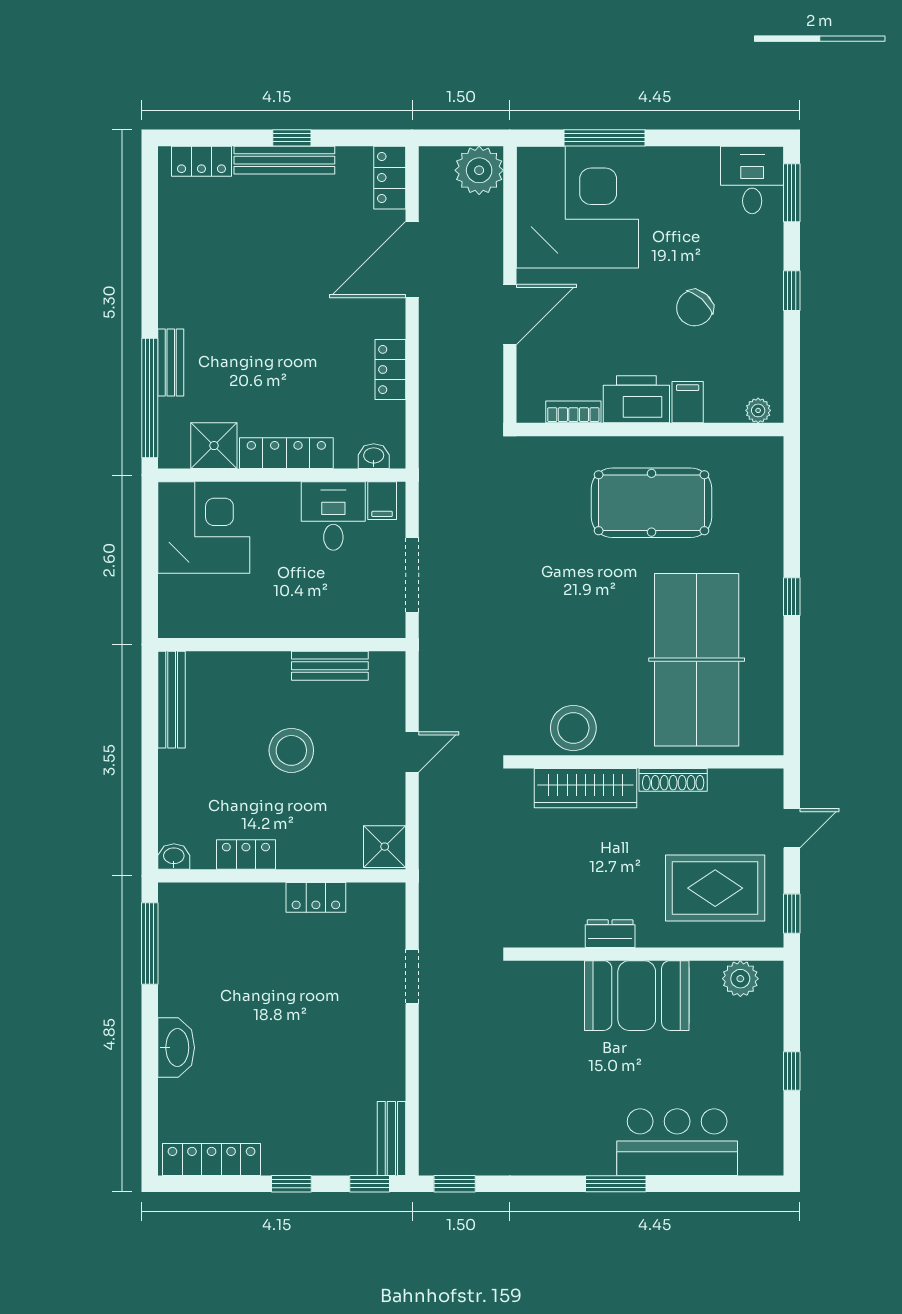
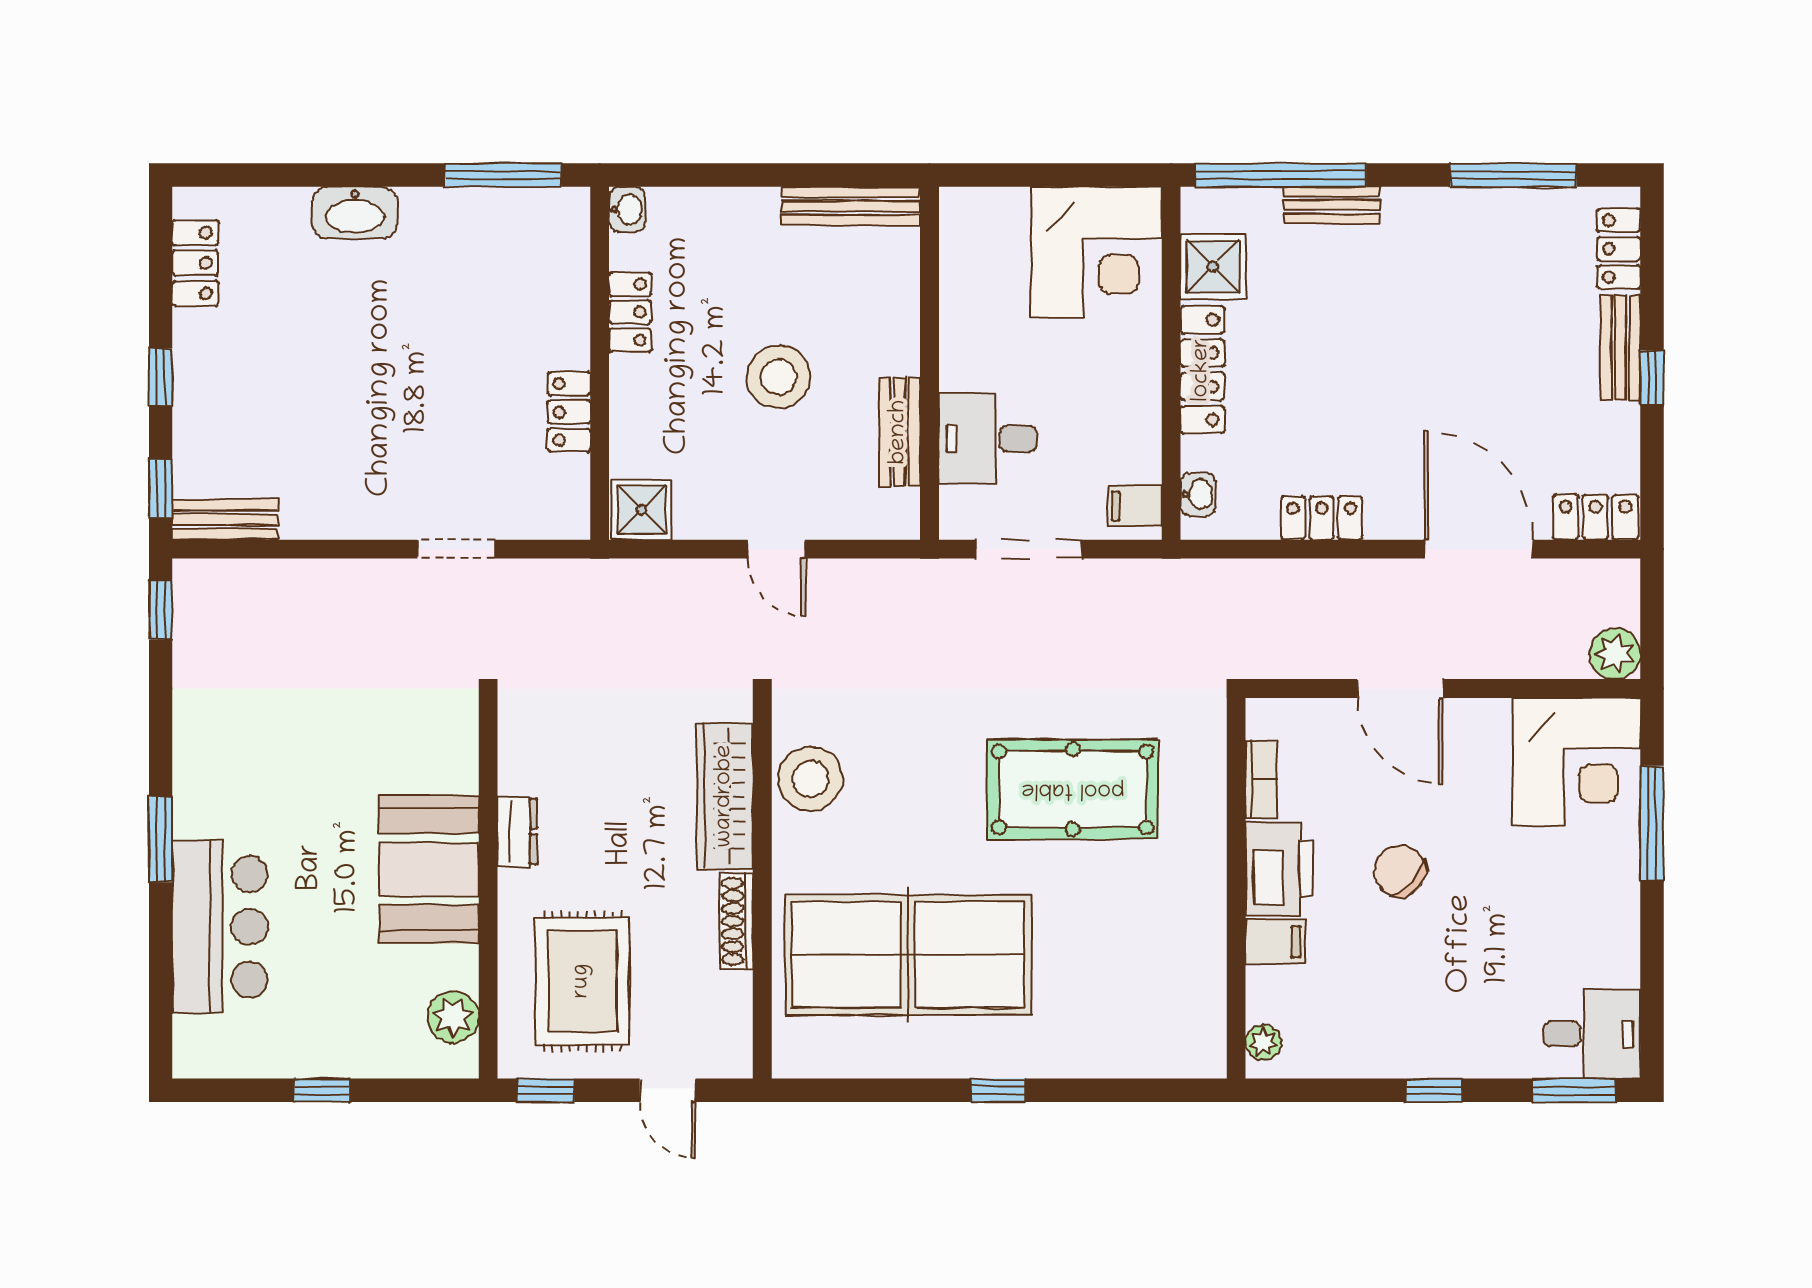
bench: (284, 160) -> (1620, 348), width x0.73
plant: (479, 170) -> (1615, 654), width x0.73, depth x0.73
corner desk: (577, 207) -> (1576, 762), width x0.74, depth x0.74
window: (150, 235) -> (1513, 175), added
chair: (695, 308) -> (1400, 871), moved
pool table: (652, 503) -> (1073, 789), moved, turned 90
desk: (333, 516) -> (988, 439), moved, turned 180
locker: (212, 1159) -> (195, 263), width x0.66

